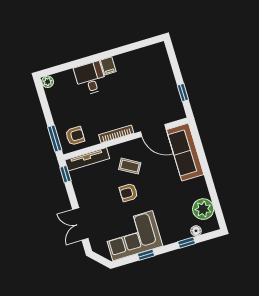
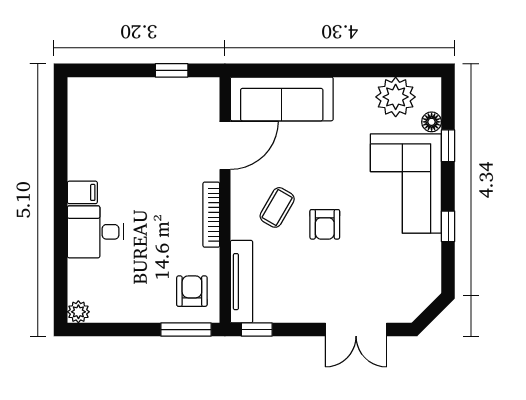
corner sofa: (133, 236) -> (406, 184), moved

